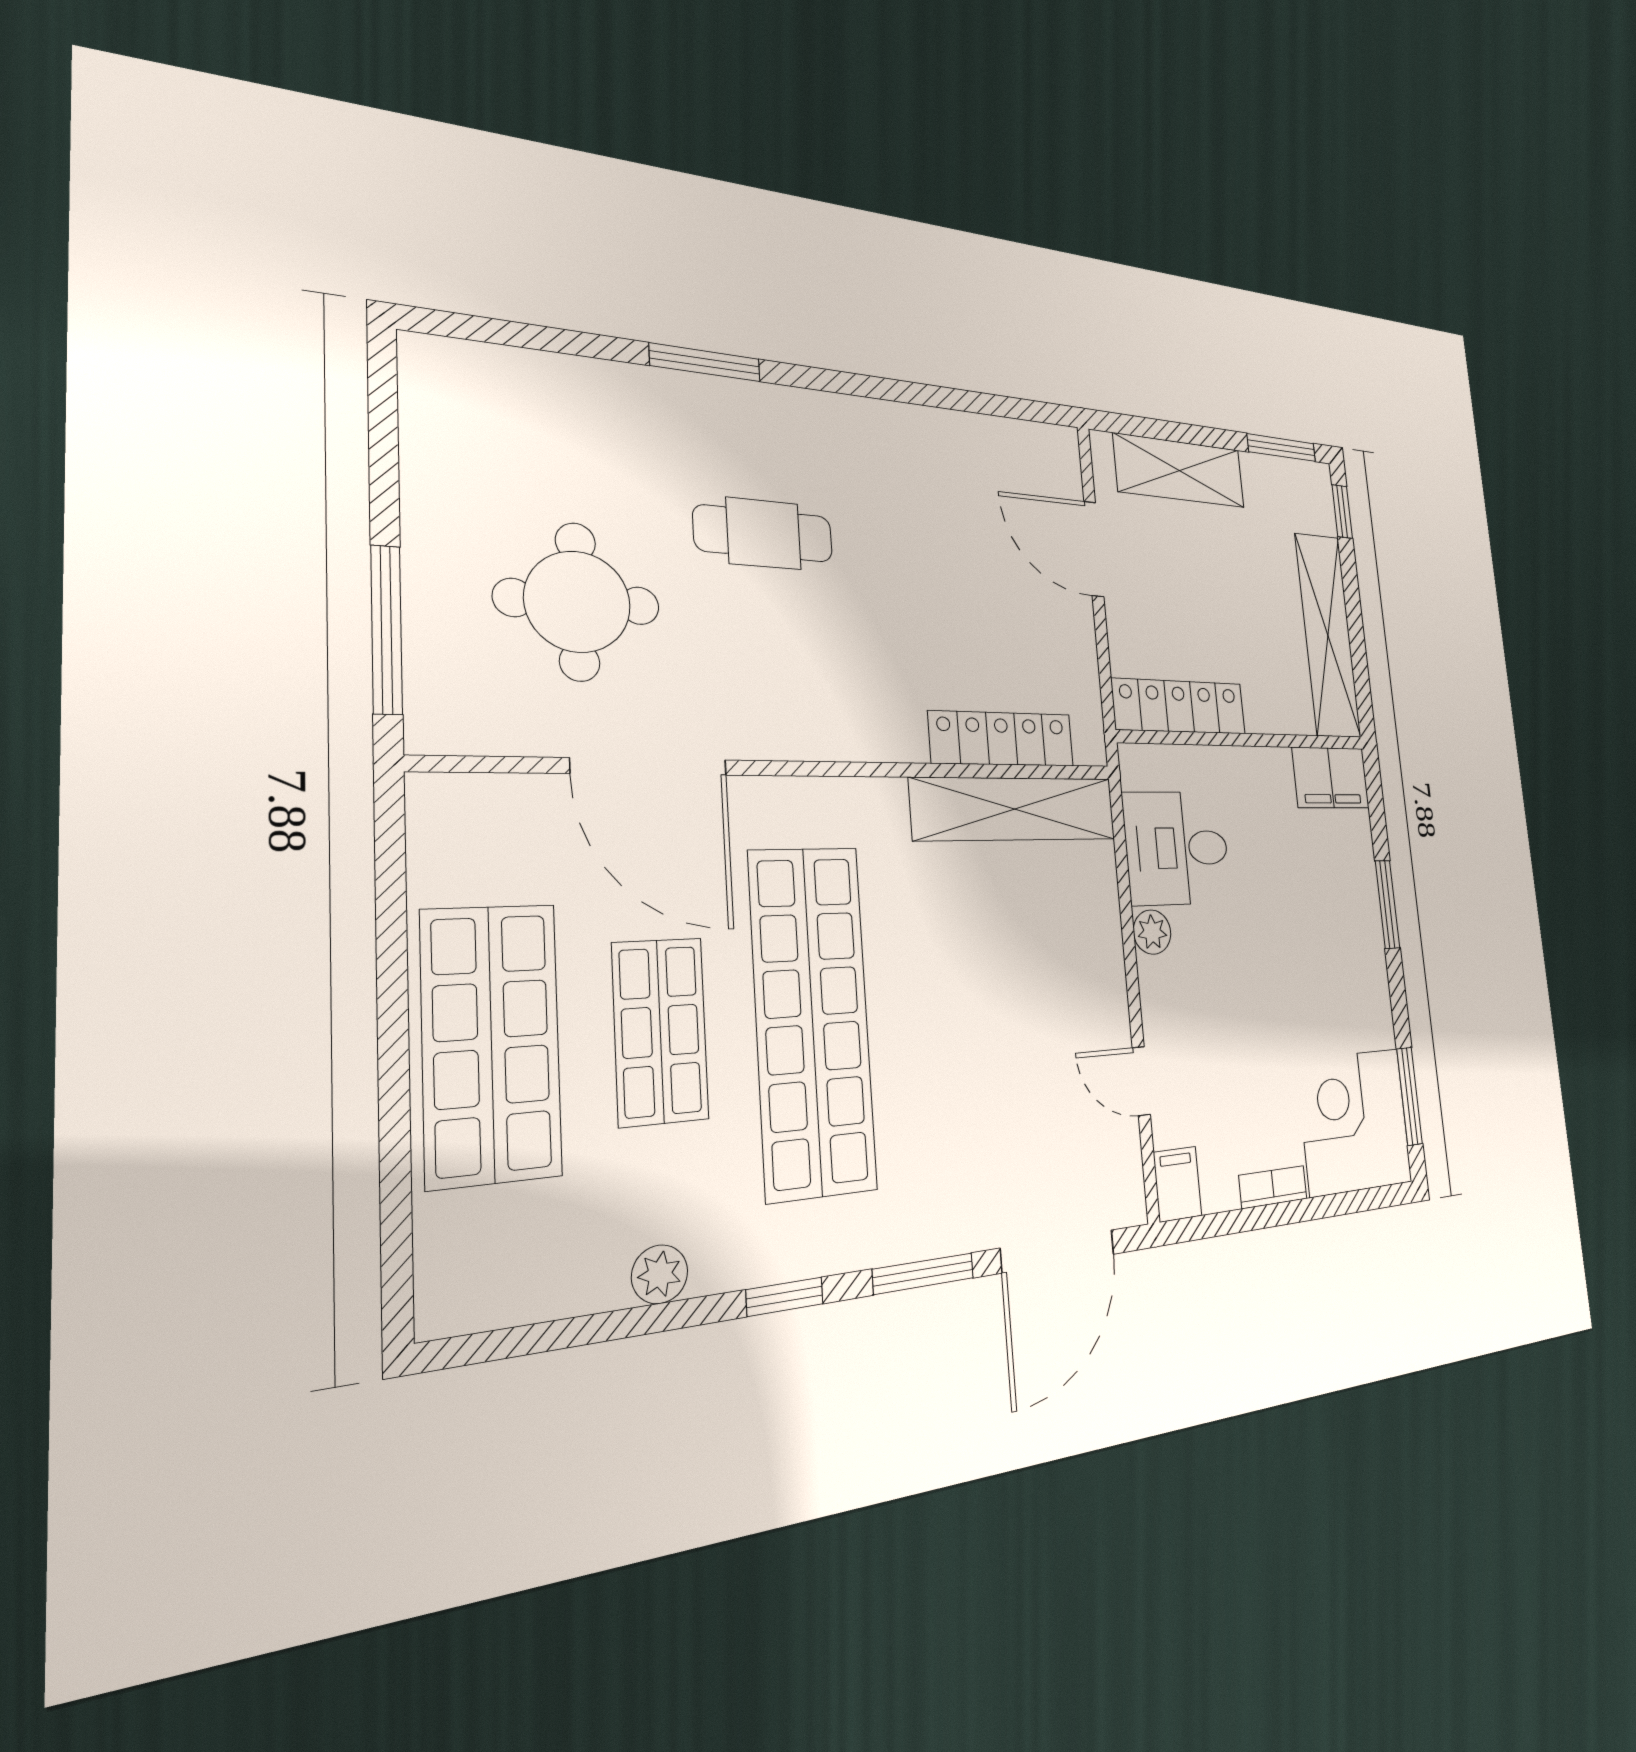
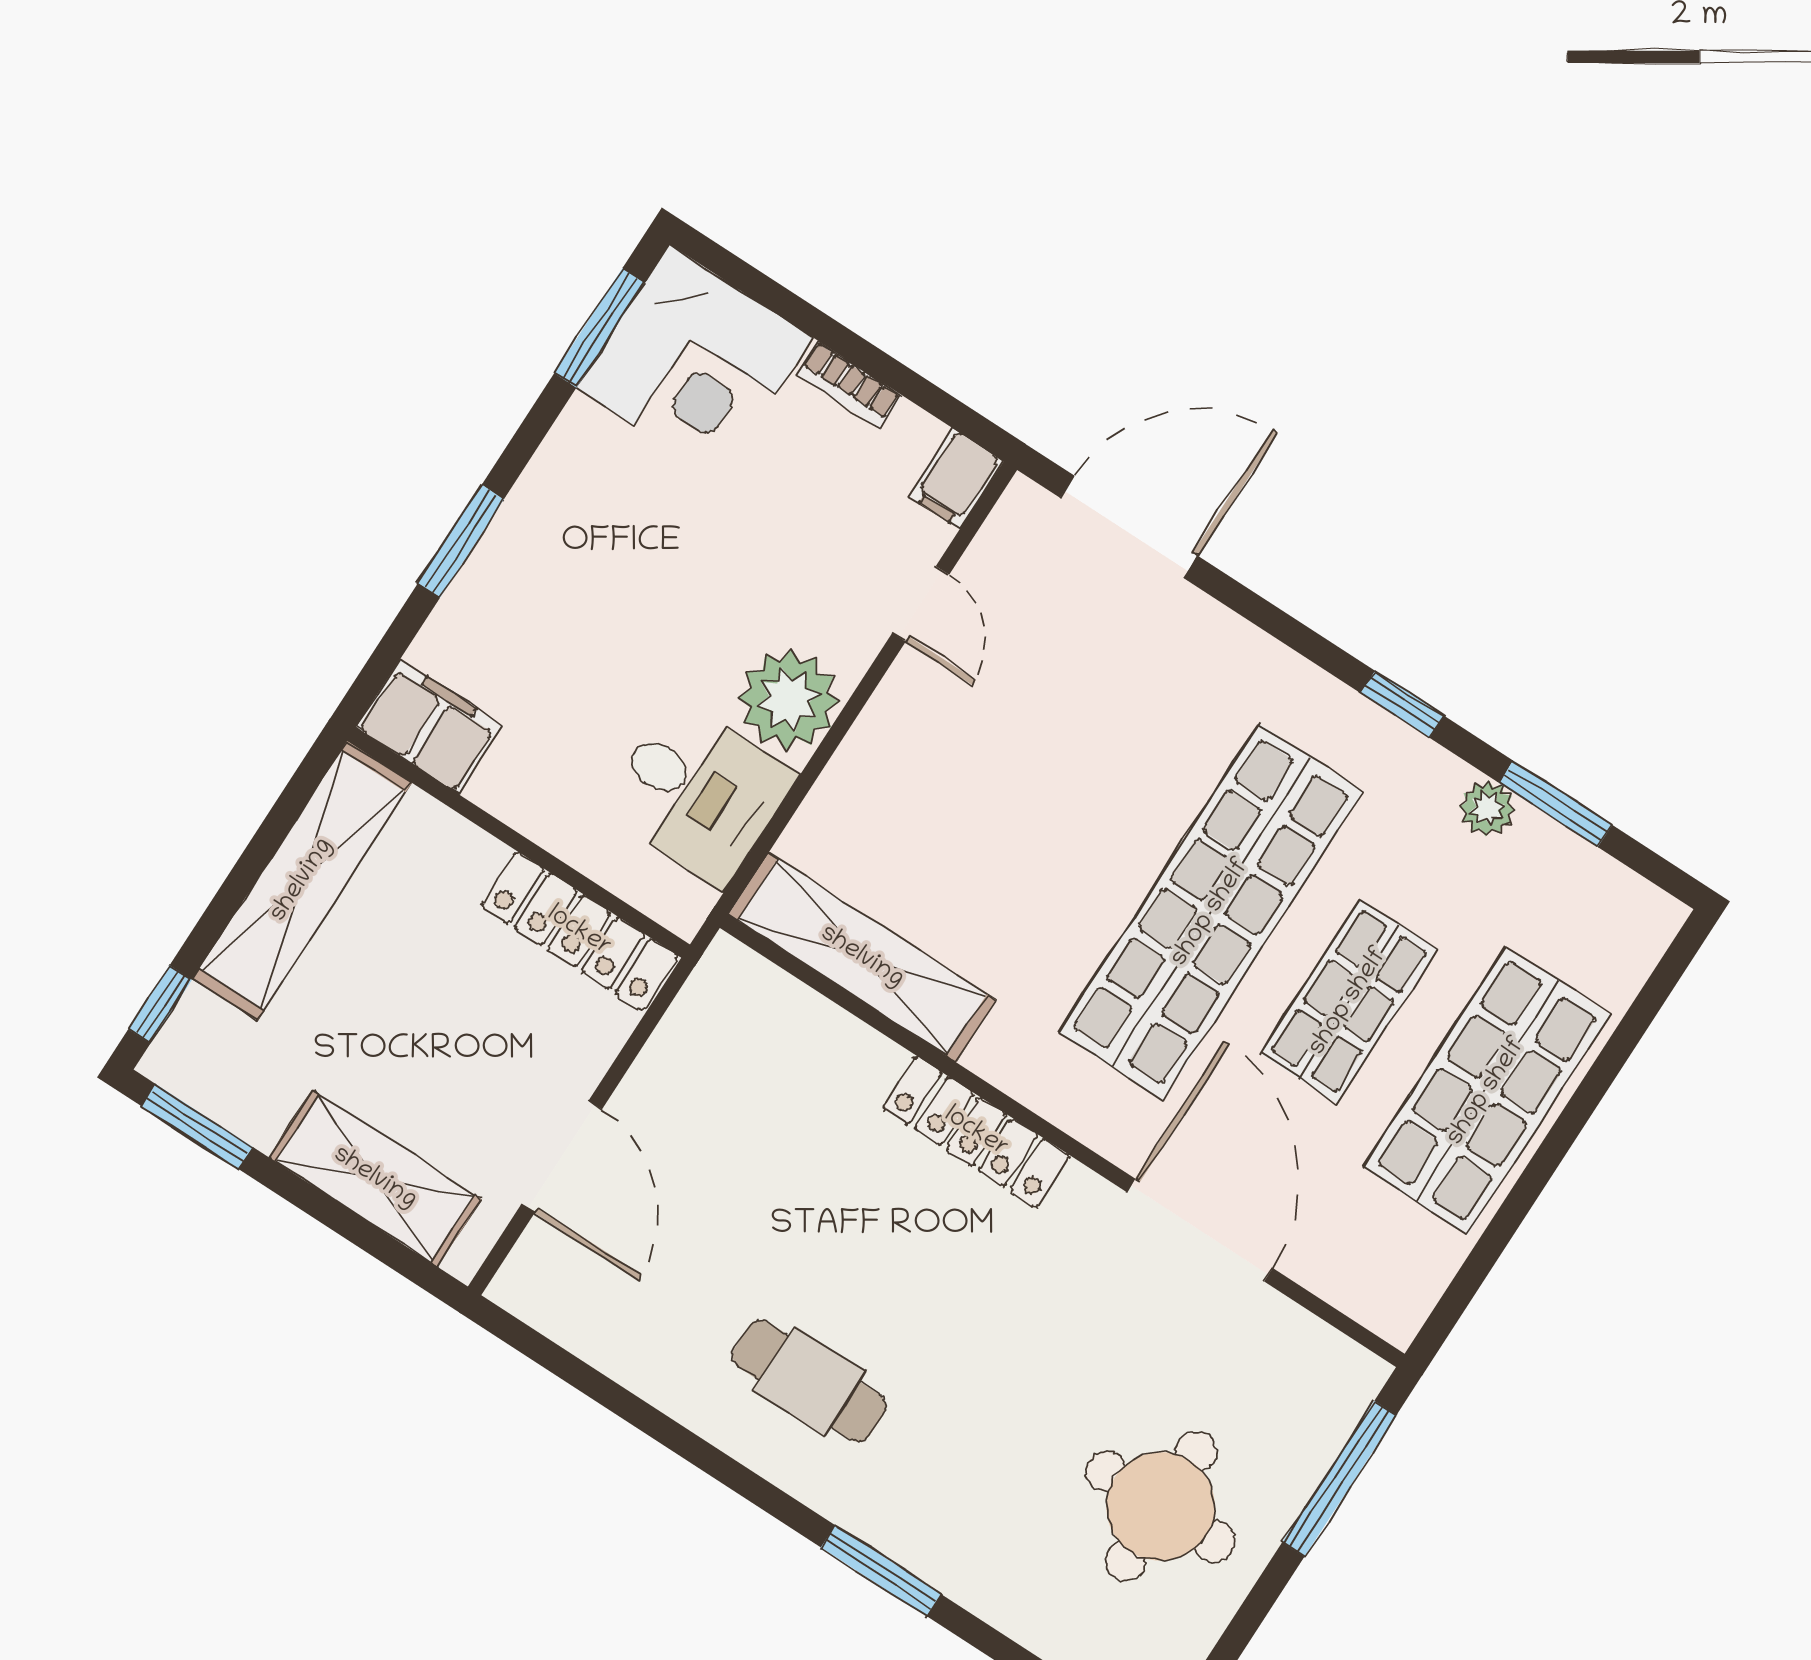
cafe table: (764, 534) -> (809, 1381), moved
round table: (577, 602) -> (1161, 1506), moved
locker: (1002, 739) -> (976, 1132), moved
plant: (1152, 932) -> (788, 700), width x1.88, depth x1.88
window: (923, 1274) -> (1555, 804), moved

